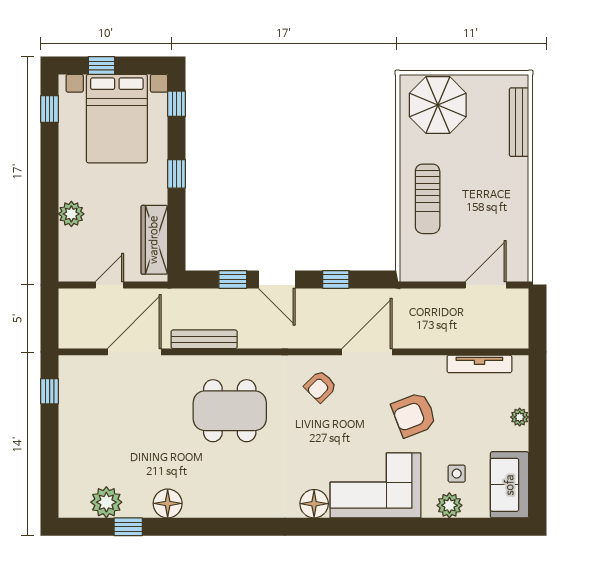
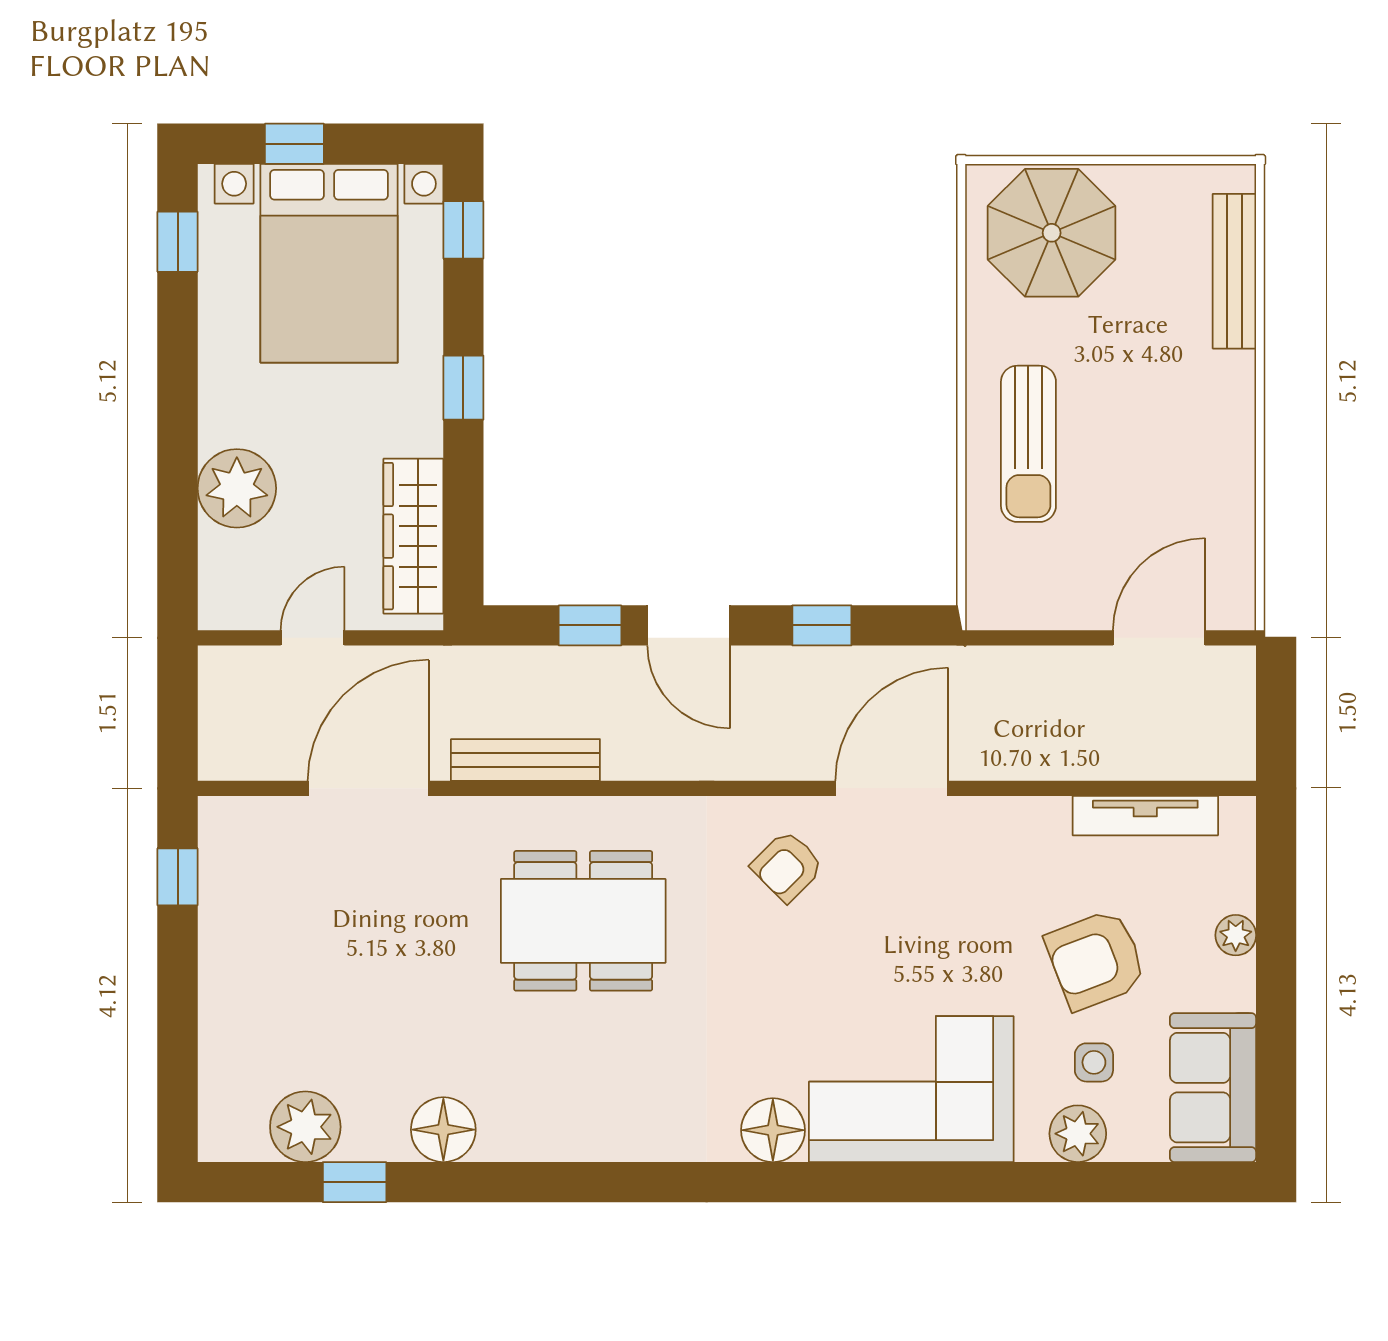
plant: (71, 214) -> (237, 488), width x1.36, depth x1.36
armchair: (414, 415) -> (1096, 960), moved

